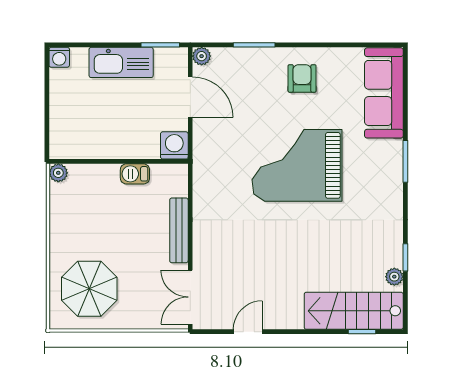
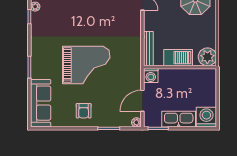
washing machine: (59, 57) -> (206, 117), width x1.89, depth x1.89
door: (190, 97) -> (142, 101), hinge flipped
plant: (58, 173) -> (207, 57), width x1.88, depth x1.88
barbecue: (135, 174) -> (178, 58), width x1.88, depth x1.53
bench: (179, 230) -> (148, 48), moved

